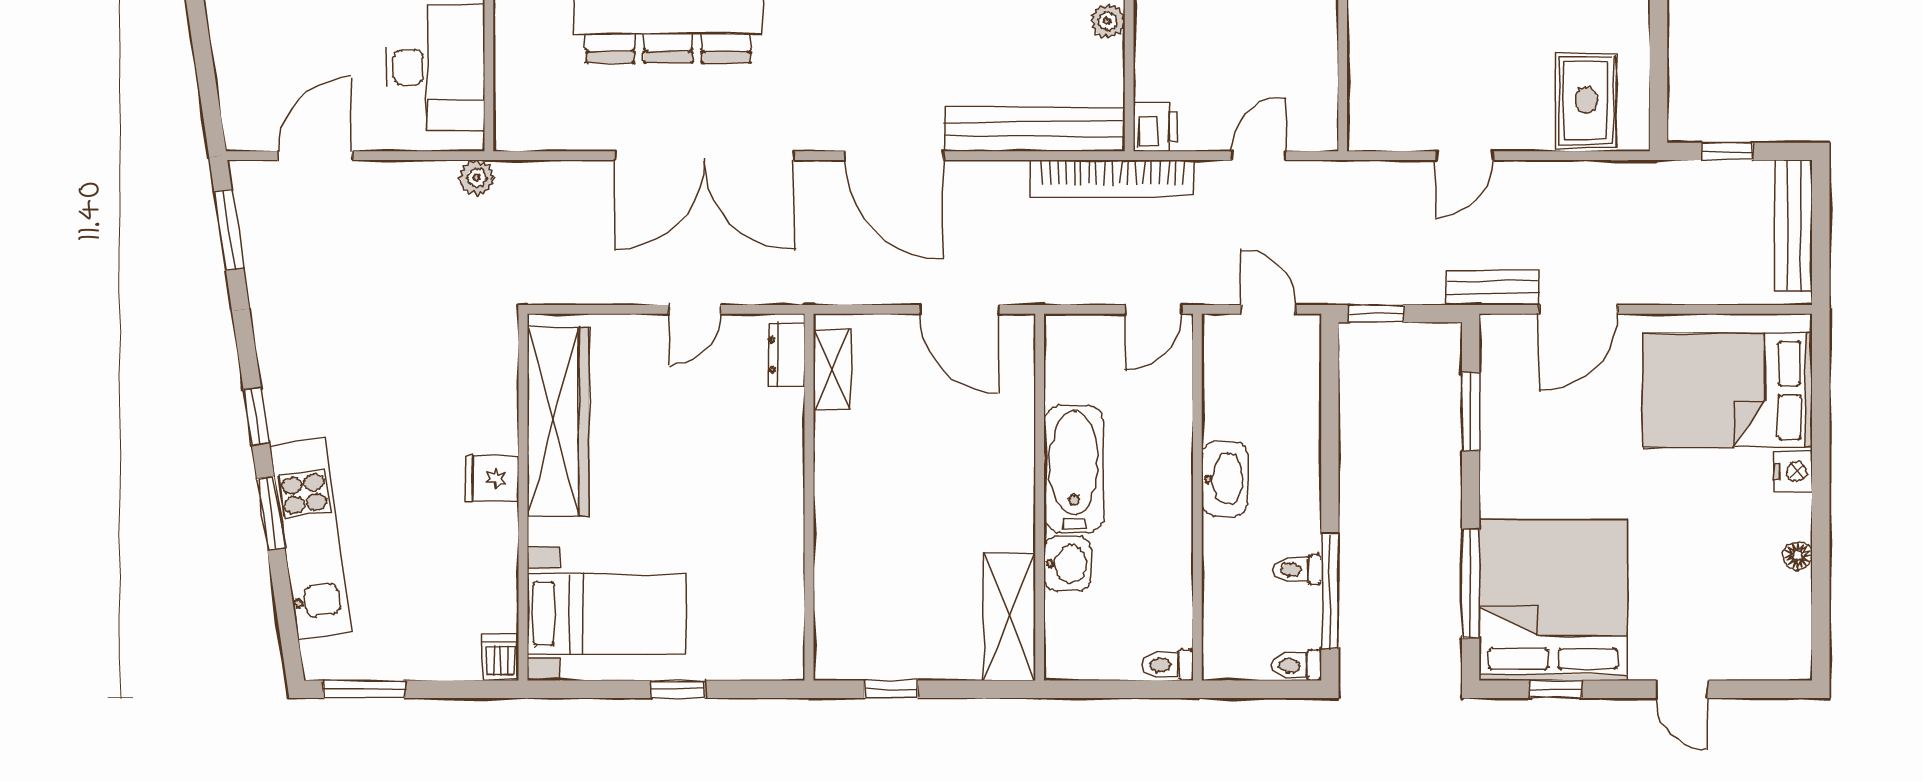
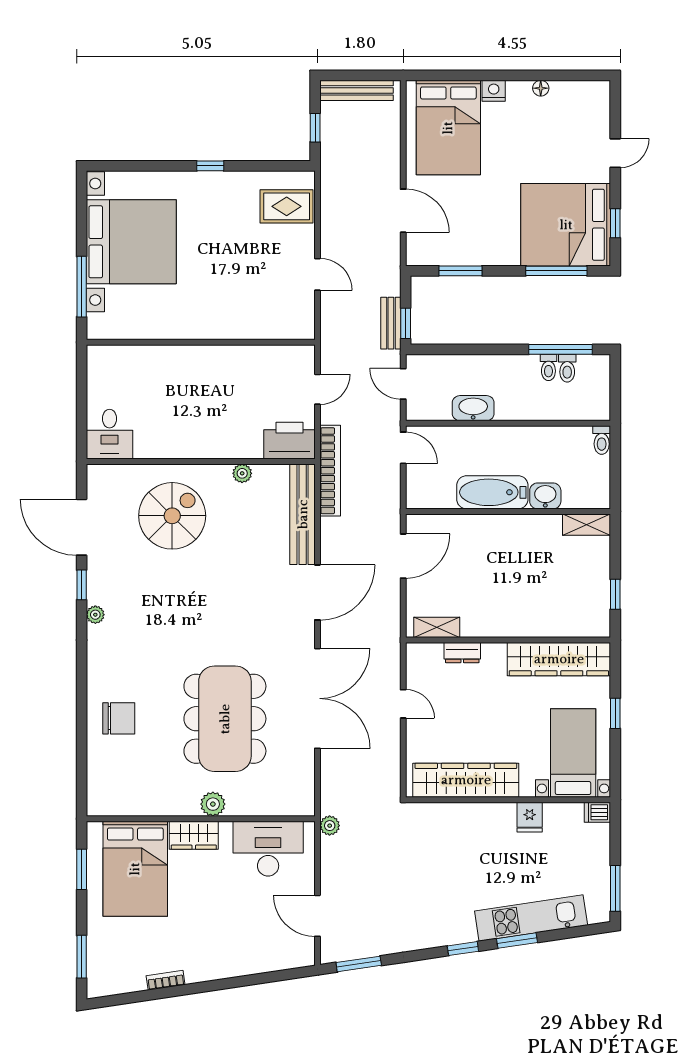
printer: (1156, 127) -> (289, 441), width x1.87, depth x1.48
door: (1258, 156) -> (317, 389), swing flipped
bench: (1492, 287) -> (391, 323), moved
door: (1268, 309) -> (403, 384), hinge flipped
dresser: (786, 355) -> (462, 653), moved
fridge: (492, 478) -> (530, 817), moved
washbasin: (1225, 479) -> (473, 408), moved
wardrobe: (775, 588) -> (559, 659), added
shelving: (1010, 617) -> (587, 525), width x0.67, depth x0.75
toilet: (1296, 665) -> (567, 368), moved

